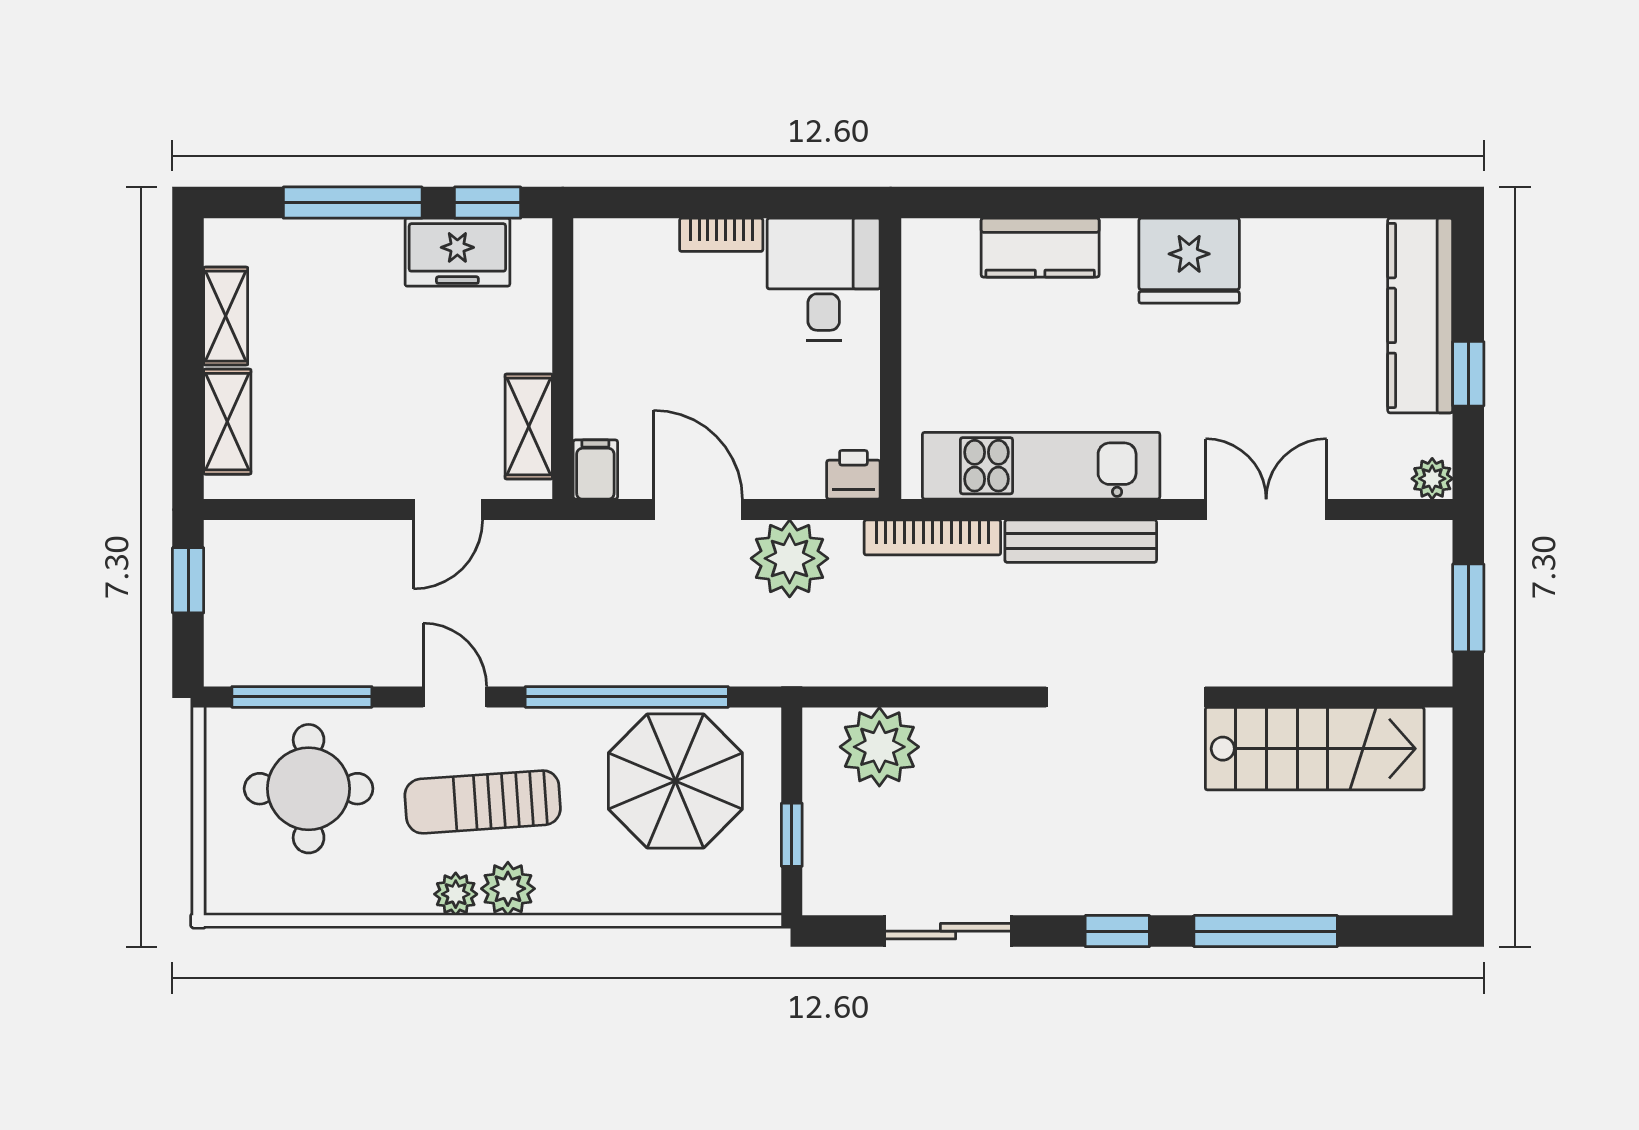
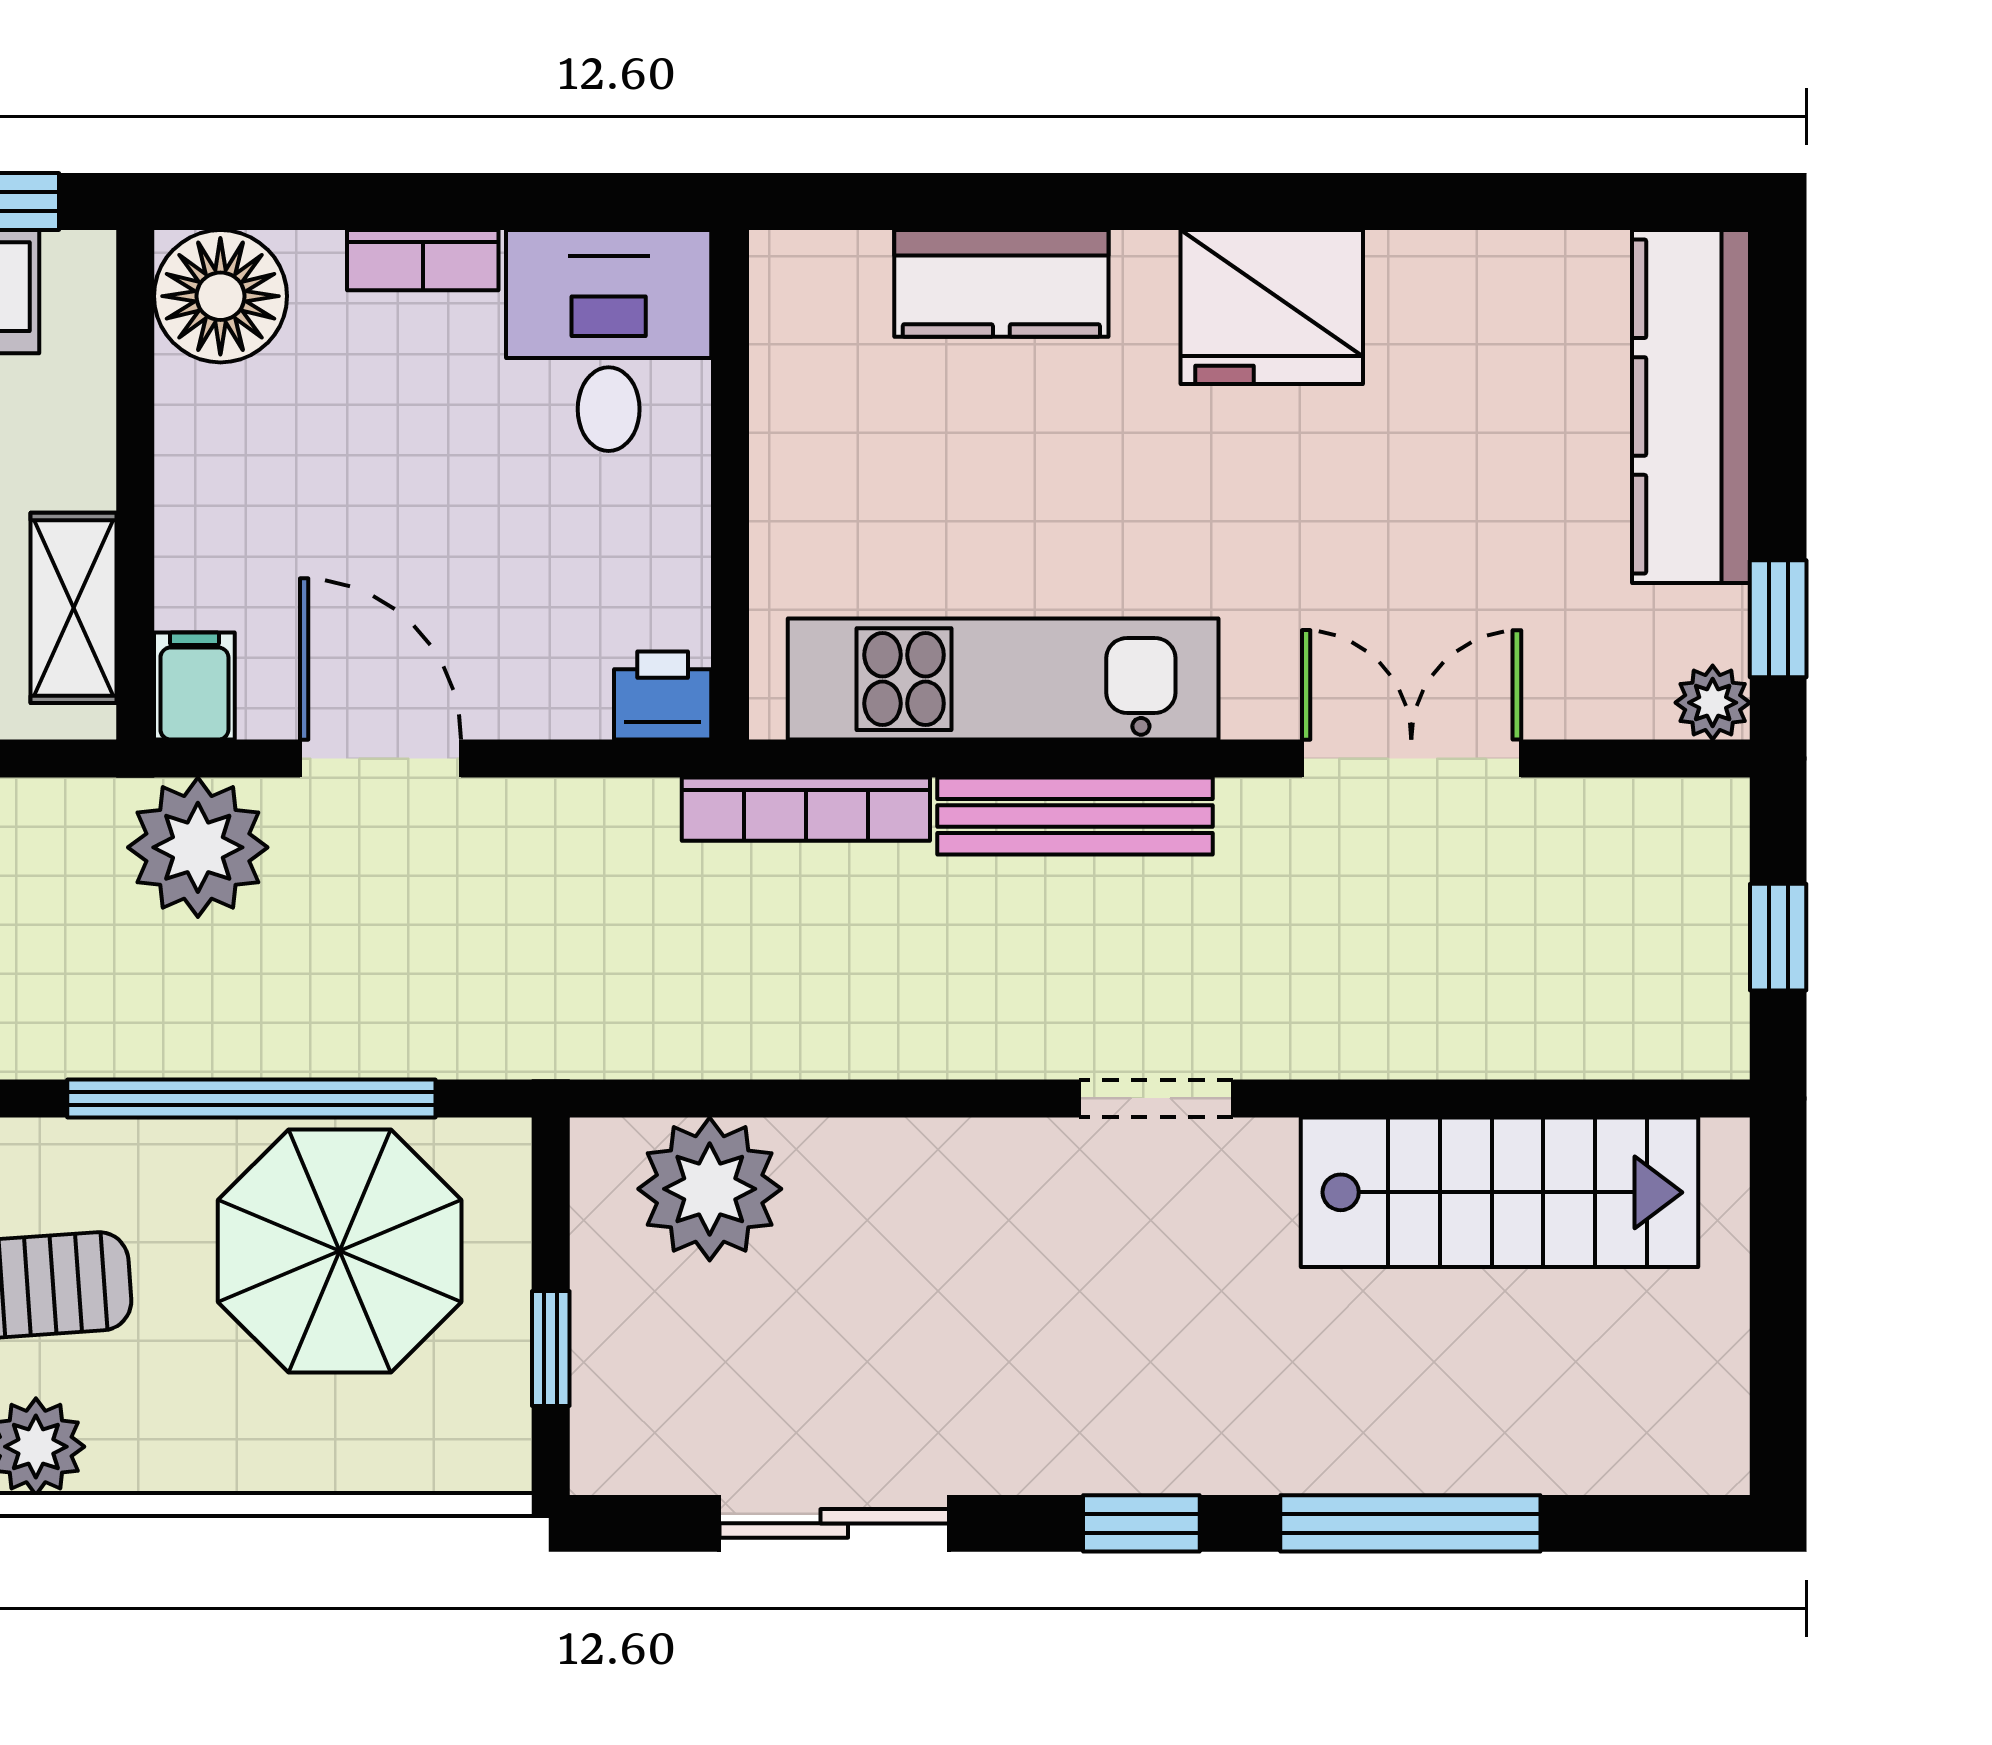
floor lamp: (610, 255) -> (220, 296), added
window: (1468, 374) -> (1778, 619), moved
plant: (790, 558) -> (198, 847), moved
window: (1468, 608) -> (1778, 937), width x0.67
doorway: (1126, 697) -> (1156, 1098), width x0.53

